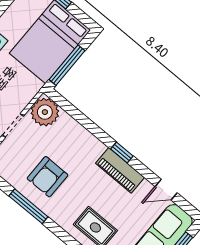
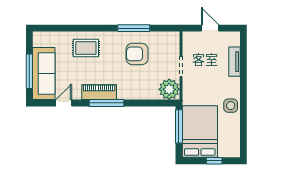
window: (122, 152) -> (106, 103), width x2.17
armchair: (48, 177) -> (137, 54), turned -90

